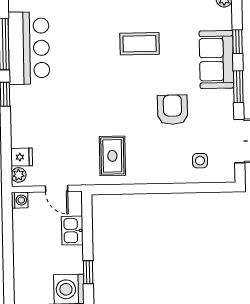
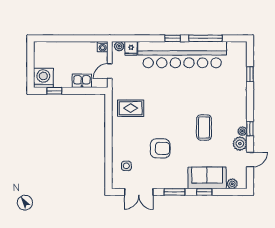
bar counter: (29, 48) -> (182, 55), width x1.86
sofa: (216, 59) -> (207, 178), moved

